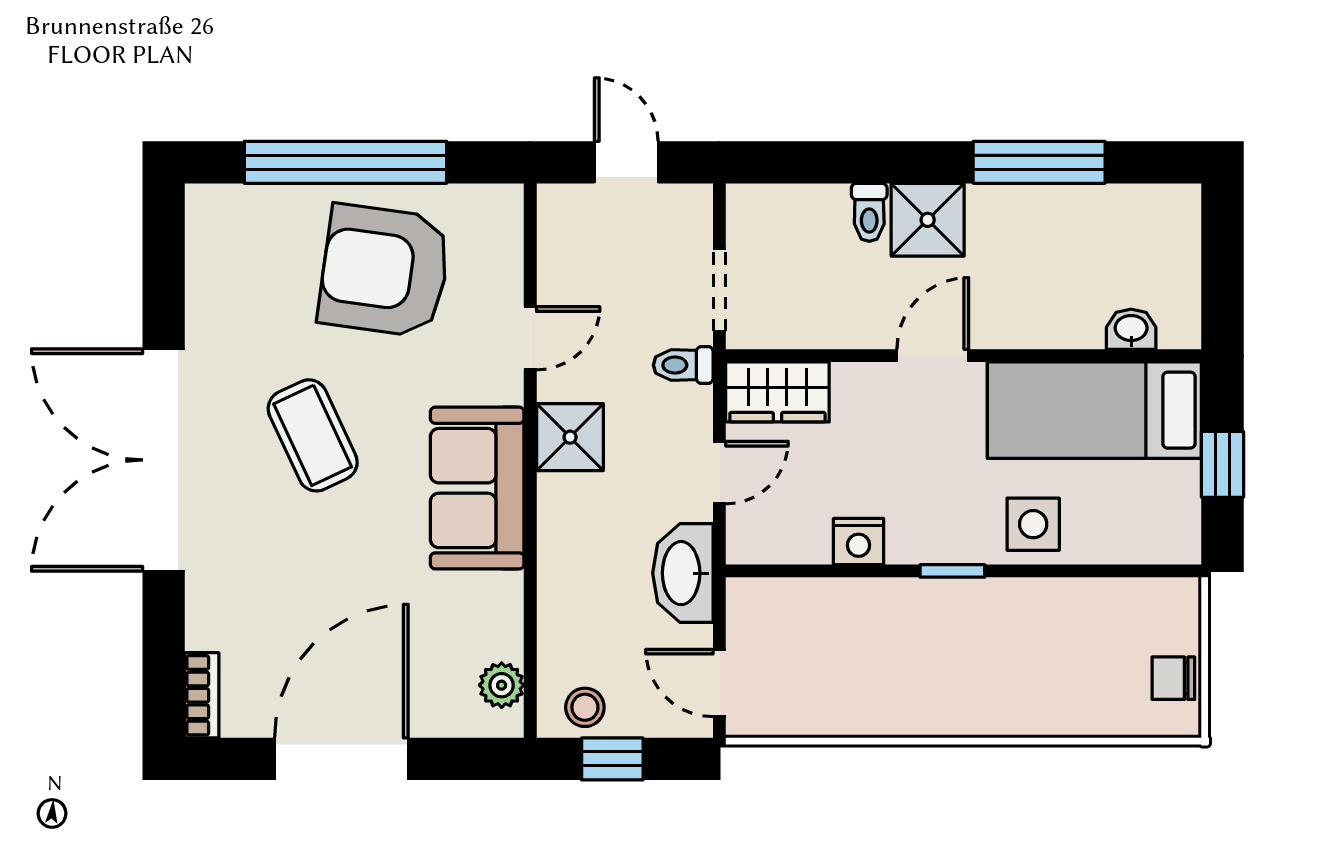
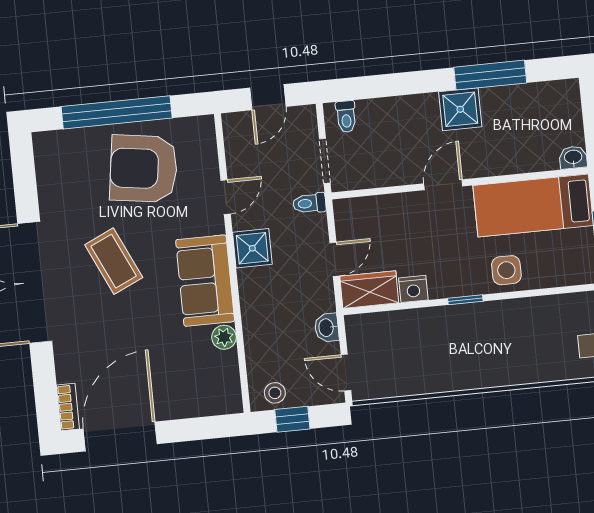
door: (626, 162) -> (268, 97), swing flipped
toilet: (869, 212) -> (346, 117), moved
shower: (928, 220) -> (460, 109), moved
washbasin: (1131, 329) -> (573, 158), moved
wardrobe: (777, 392) -> (369, 290), moved, turned 180
washbasin: (683, 573) -> (327, 328), width x0.52, depth x0.69
plant: (502, 685) -> (224, 337), moved
door: (341, 759) -> (120, 436), moved

